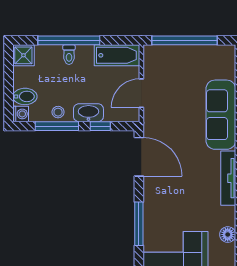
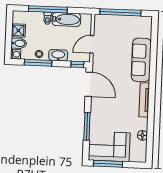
shower: (23, 55) -> (18, 31), moved
bathtub: (117, 55) -> (66, 19), moved
window: (100, 126) -> (77, 64), moved

